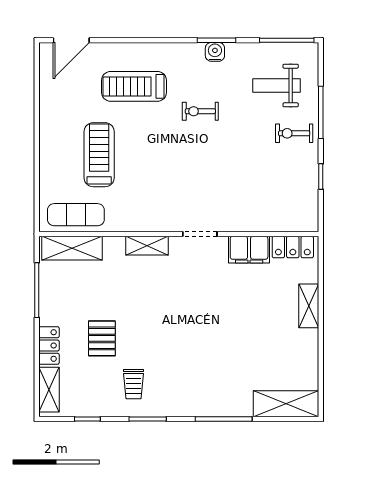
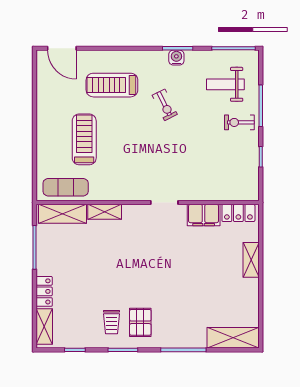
door: (71, 40) -> (62, 48), hinge flipped
exercise bike: (200, 111) -> (165, 105), turned -116
shelving: (147, 246) -> (105, 212), moved
pallet: (102, 338) -> (140, 322), moved

